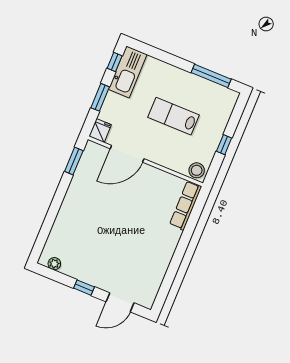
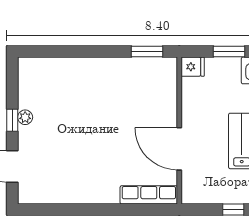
door: (127, 154) -> (179, 149), moved
stool: (197, 170) -> (192, 191), removed
plant: (54, 264) -> (25, 117), moved

